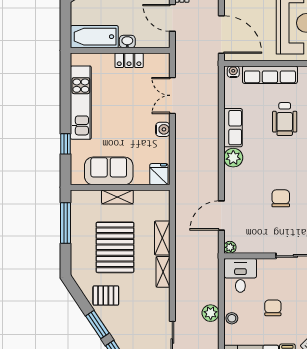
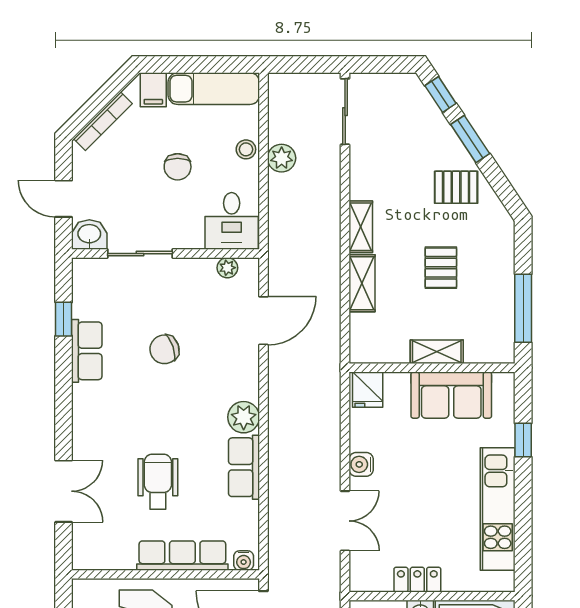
chair: (281, 198) -> (164, 349), turned 71
pallet: (115, 247) -> (441, 268), width x0.49, depth x0.50
plant: (230, 247) -> (227, 268), moved

